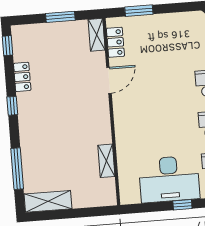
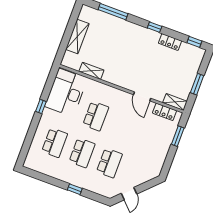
school desk: (162, 128) -> (96, 116), added
desk: (169, 179) -> (66, 93), moved
shelving: (48, 201) -> (77, 37), moved

